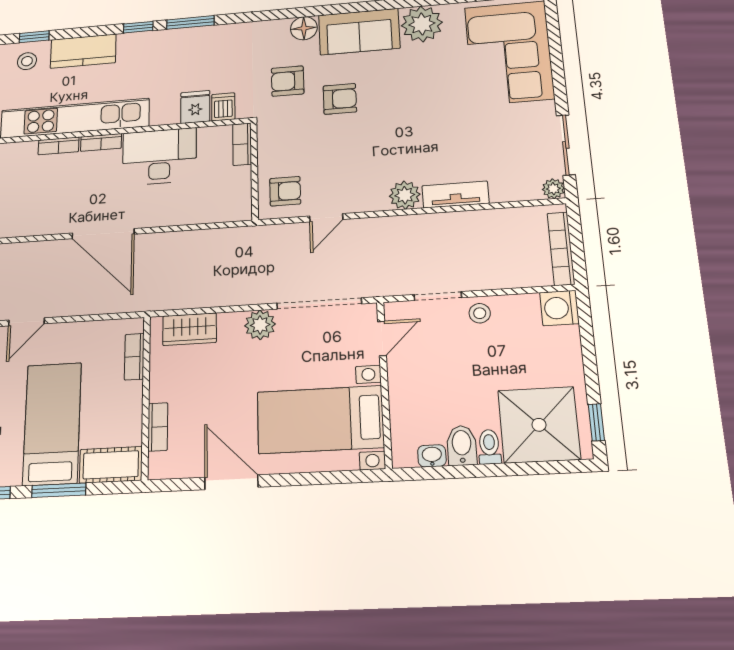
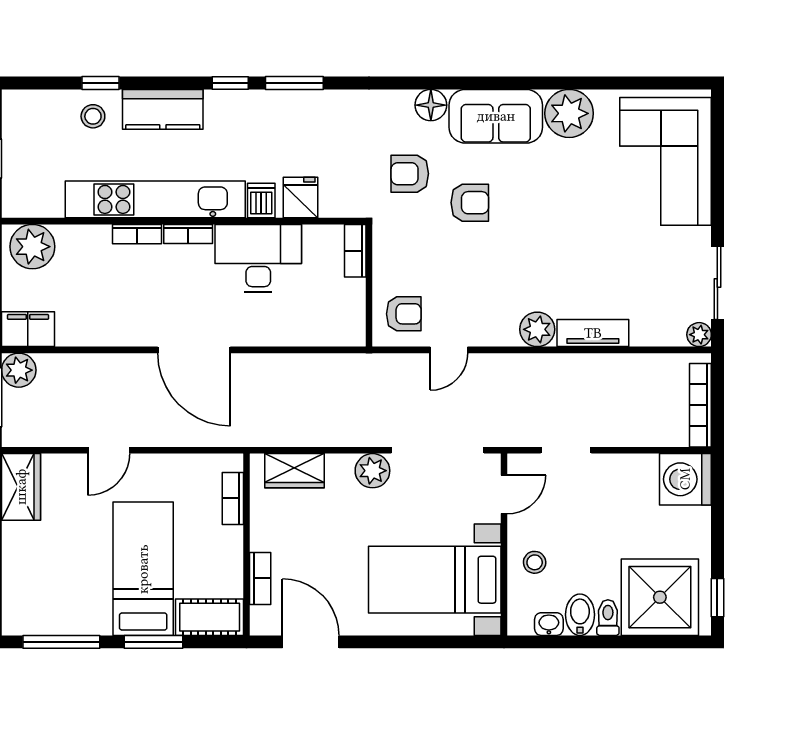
dishwasher: (223, 107) -> (261, 201), moved
washing machine: (559, 308) -> (685, 479), width x1.37, depth x1.37
stool: (480, 313) -> (535, 562), moved
door: (231, 482) -> (311, 642), moved

